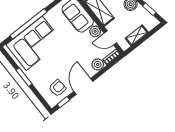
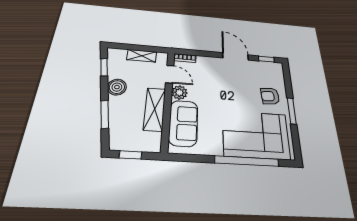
plant: (98, 64) -> (205, 63), removed
door: (83, 86) -> (235, 56), swing flipped
armchair: (57, 88) -> (270, 96), moved

